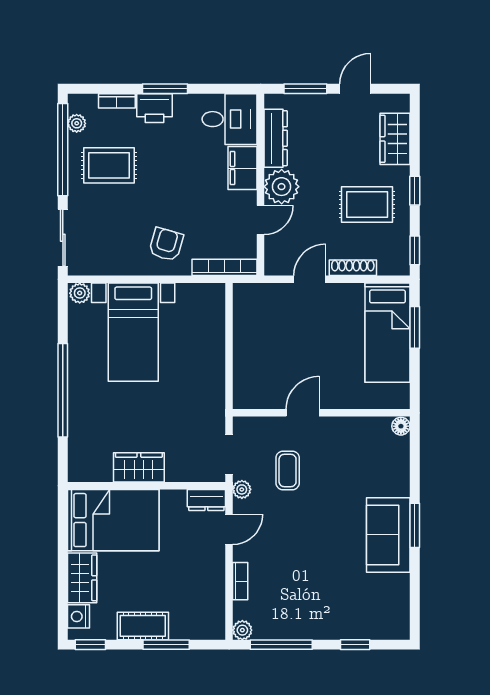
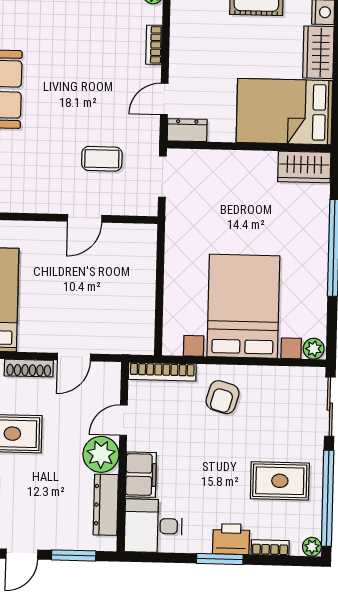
plant: (77, 123) -> (312, 547), moved
bed with nightstands: (133, 332) -> (243, 306), width x1.36
wardrobe: (139, 467) -> (304, 167), moved
coffee table: (288, 470) -> (102, 159), turned 90
plant: (242, 489) -> (150, 140), removed

